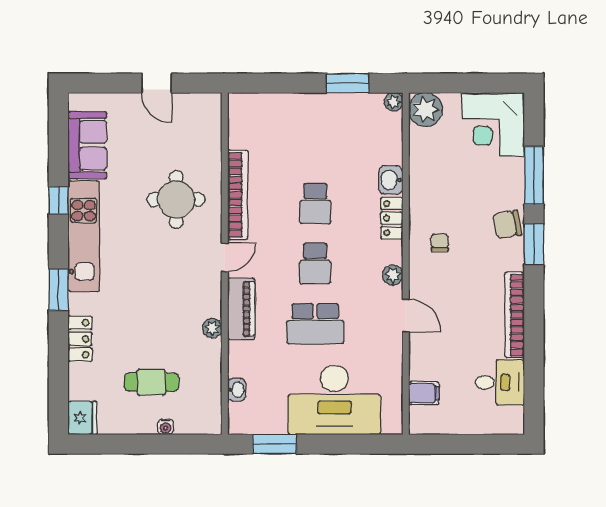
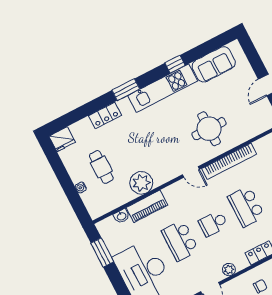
school desk: (315, 204) -> (246, 206), width x1.85
piano: (241, 309) -> (147, 206), moved
plant: (212, 328) -> (141, 183), width x1.88, depth x1.88

